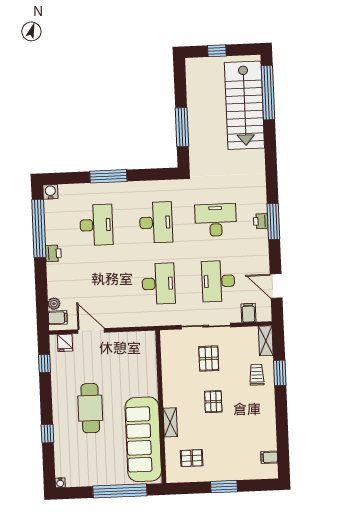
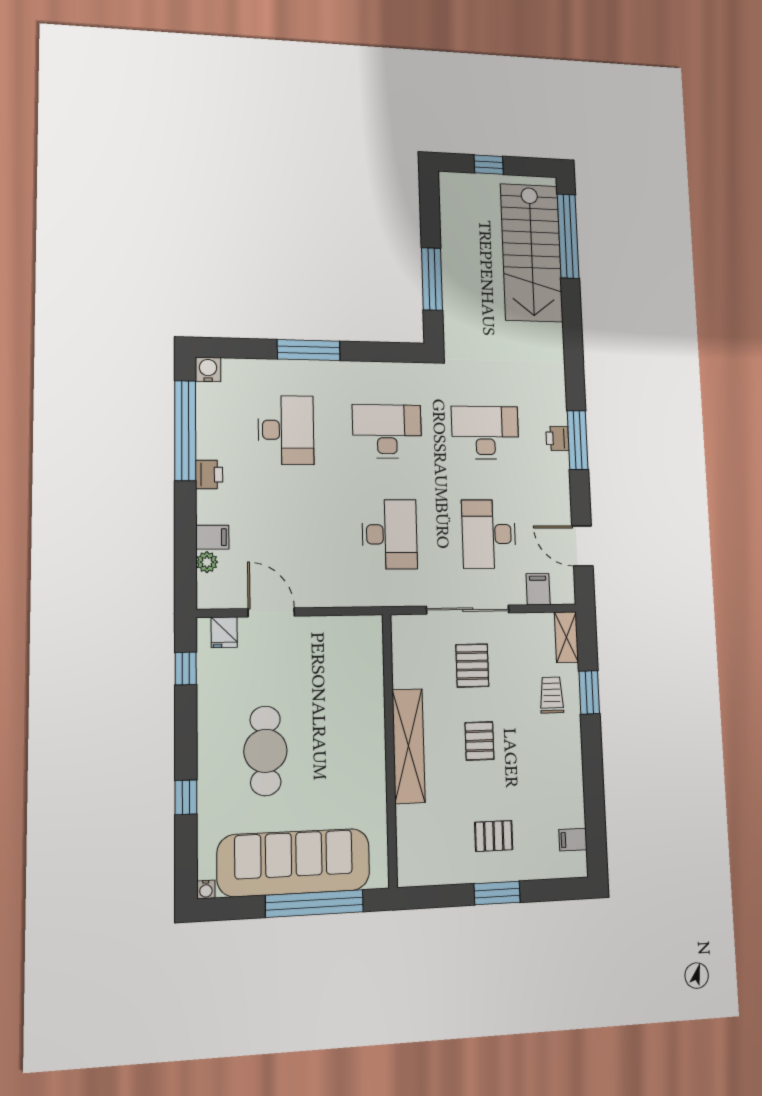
desk: (156, 222) -> (387, 431), turned -90
filing cabinet: (58, 318) -> (212, 537), moved
shelving: (170, 422) -> (409, 746), width x2.20, depth x1.33
sofa: (143, 439) -> (294, 863), moved, turned 90
pallet: (192, 458) -> (494, 836), moved

